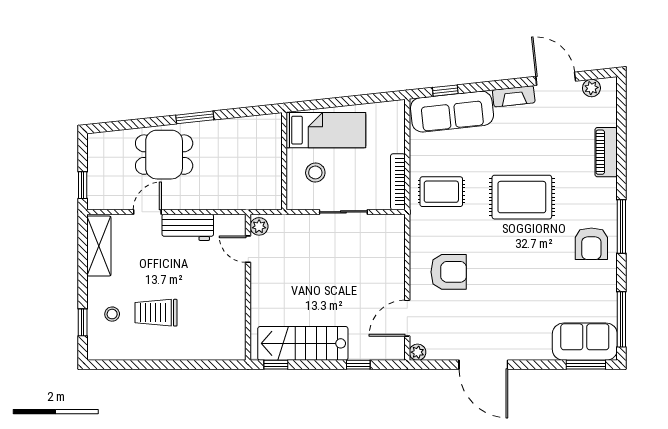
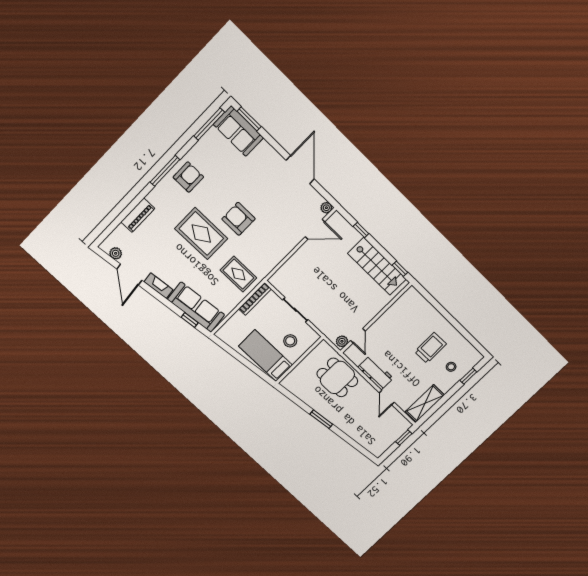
dining table: (164, 155) -> (337, 377), moved
door: (147, 212) -> (387, 398), hinge flipped
armchair: (449, 272) -> (238, 219), moved
trolley: (156, 313) -> (430, 348), turned -91

